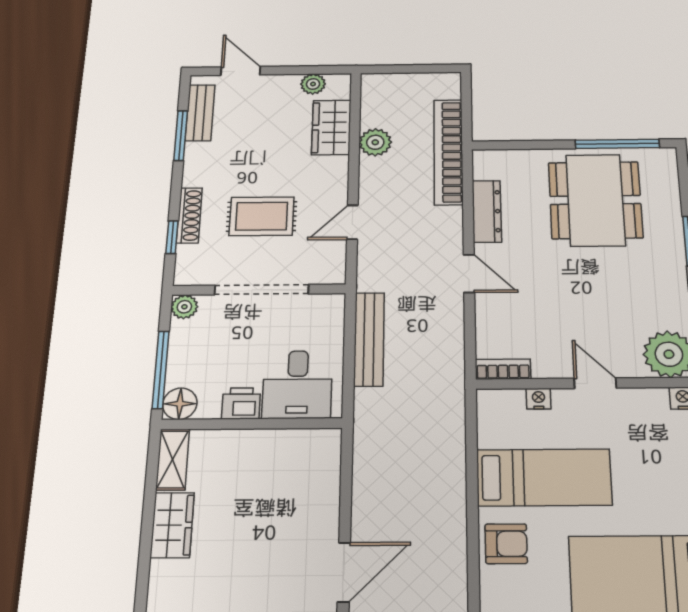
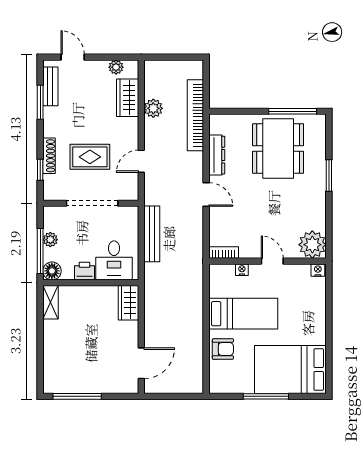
plant: (184, 307) -> (50, 240), moved
wardrobe: (172, 525) -> (128, 303), moved, turned 180

